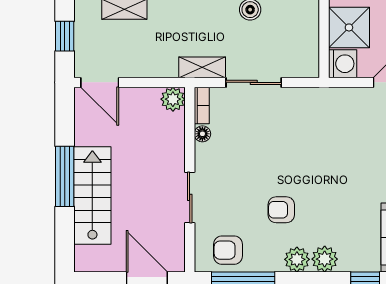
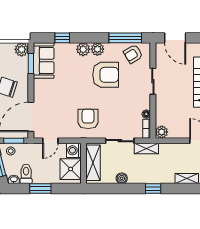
shelving: (305, 40) -> (93, 163), added
armchair: (315, 124) -> (88, 119), added
armchair: (281, 210) -> (106, 75), width x1.88, depth x1.88
armchair: (228, 250) -> (133, 54), turned 149

